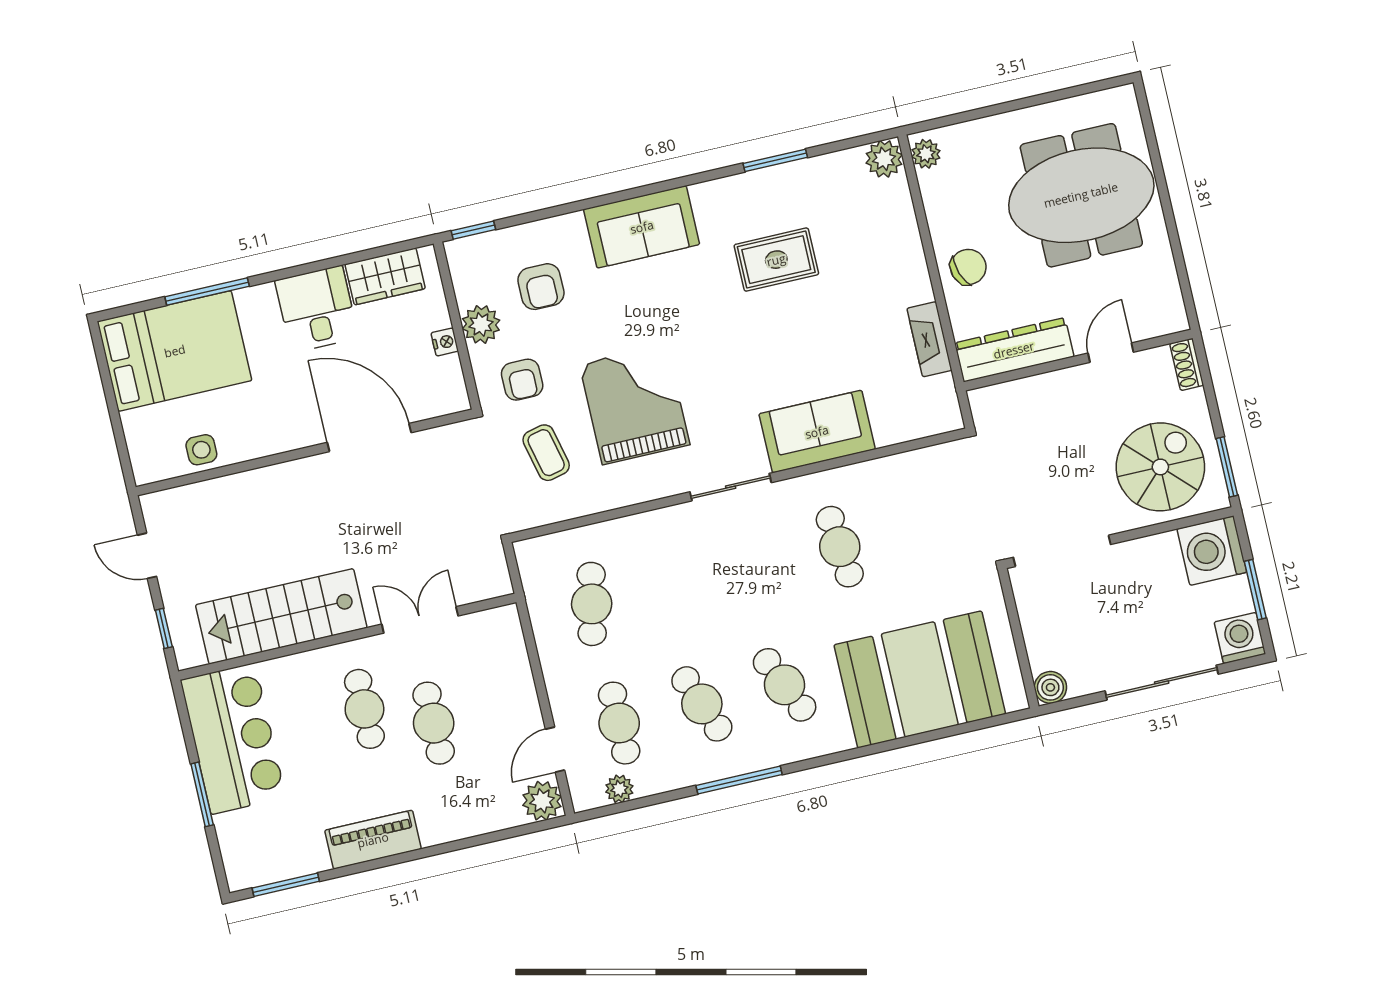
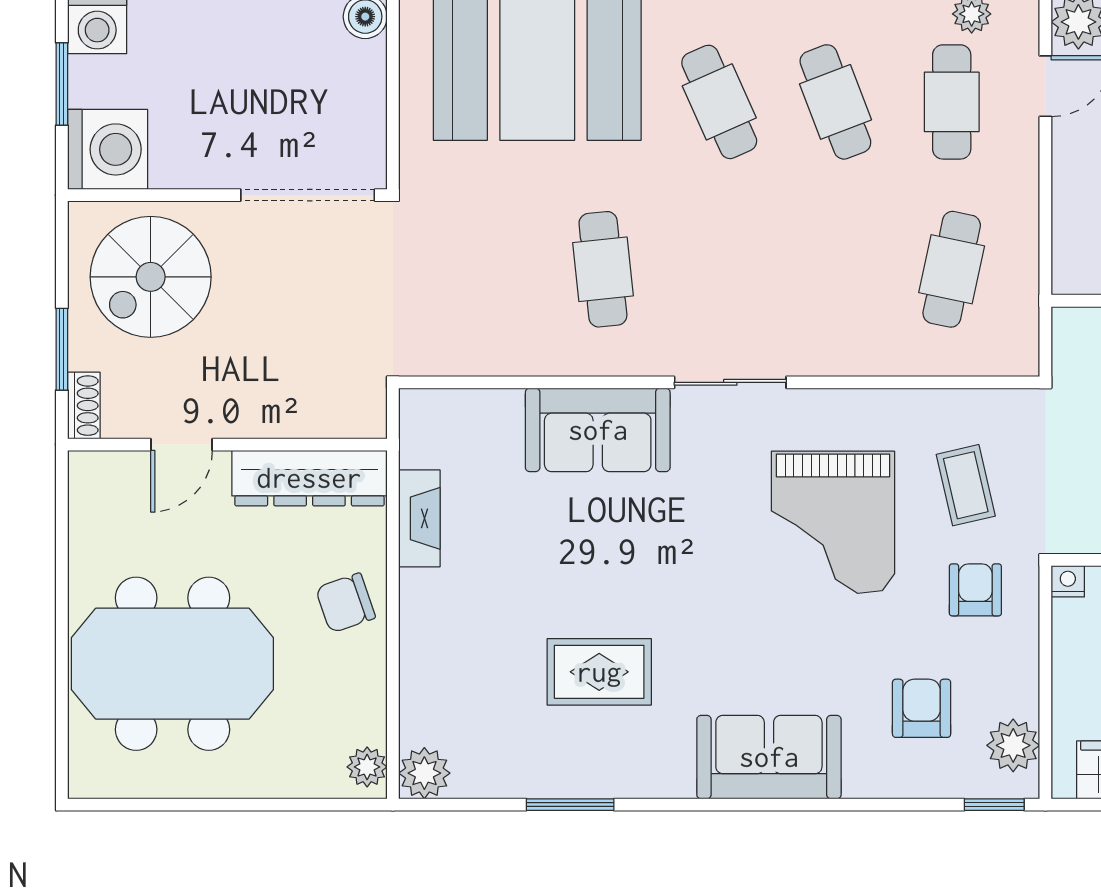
plant: (481, 324) -> (1013, 745), moved
nightstand: (445, 342) -> (1068, 581), moved, turned 90
window: (1227, 467) -> (62, 349), moved

